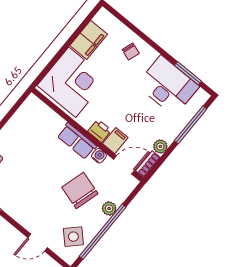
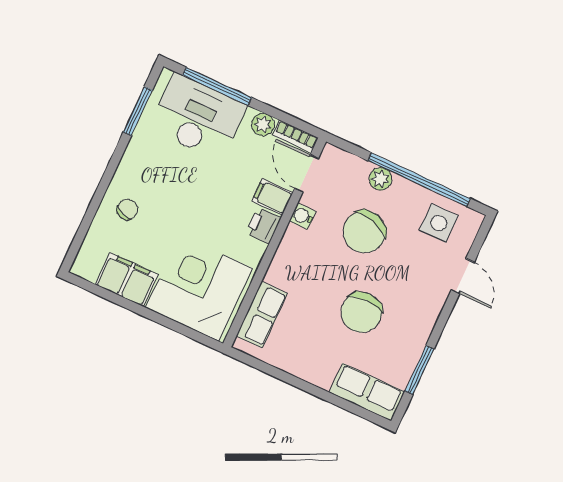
desk: (168, 86) -> (198, 117), moved, turned 90
row of seats: (77, 141) -> (262, 315), moved
chair: (32, 176) -> (361, 312), added
side table: (73, 237) -> (439, 223), turned 45

